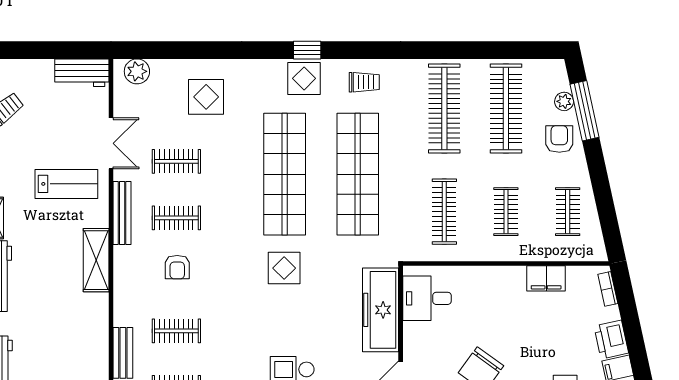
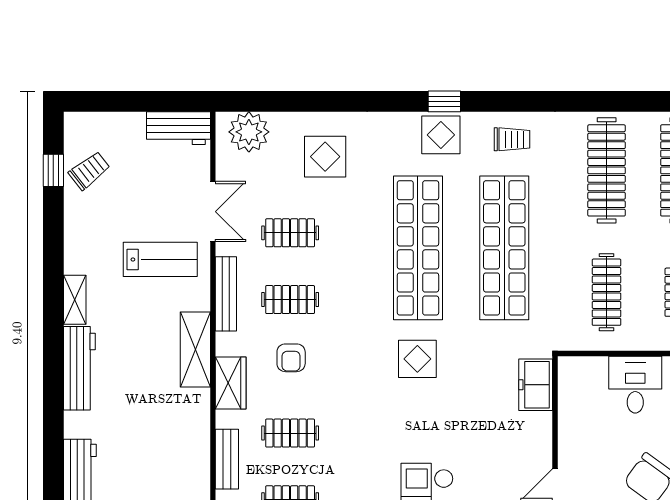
plant: (137, 71) -> (249, 132), width x1.36, depth x1.36
wardrobe: (126, 288) -> (231, 383), added
desk: (427, 298) -> (635, 385), moved, turned 90
freezer: (381, 310) -> (536, 385), width x0.52, depth x0.79

